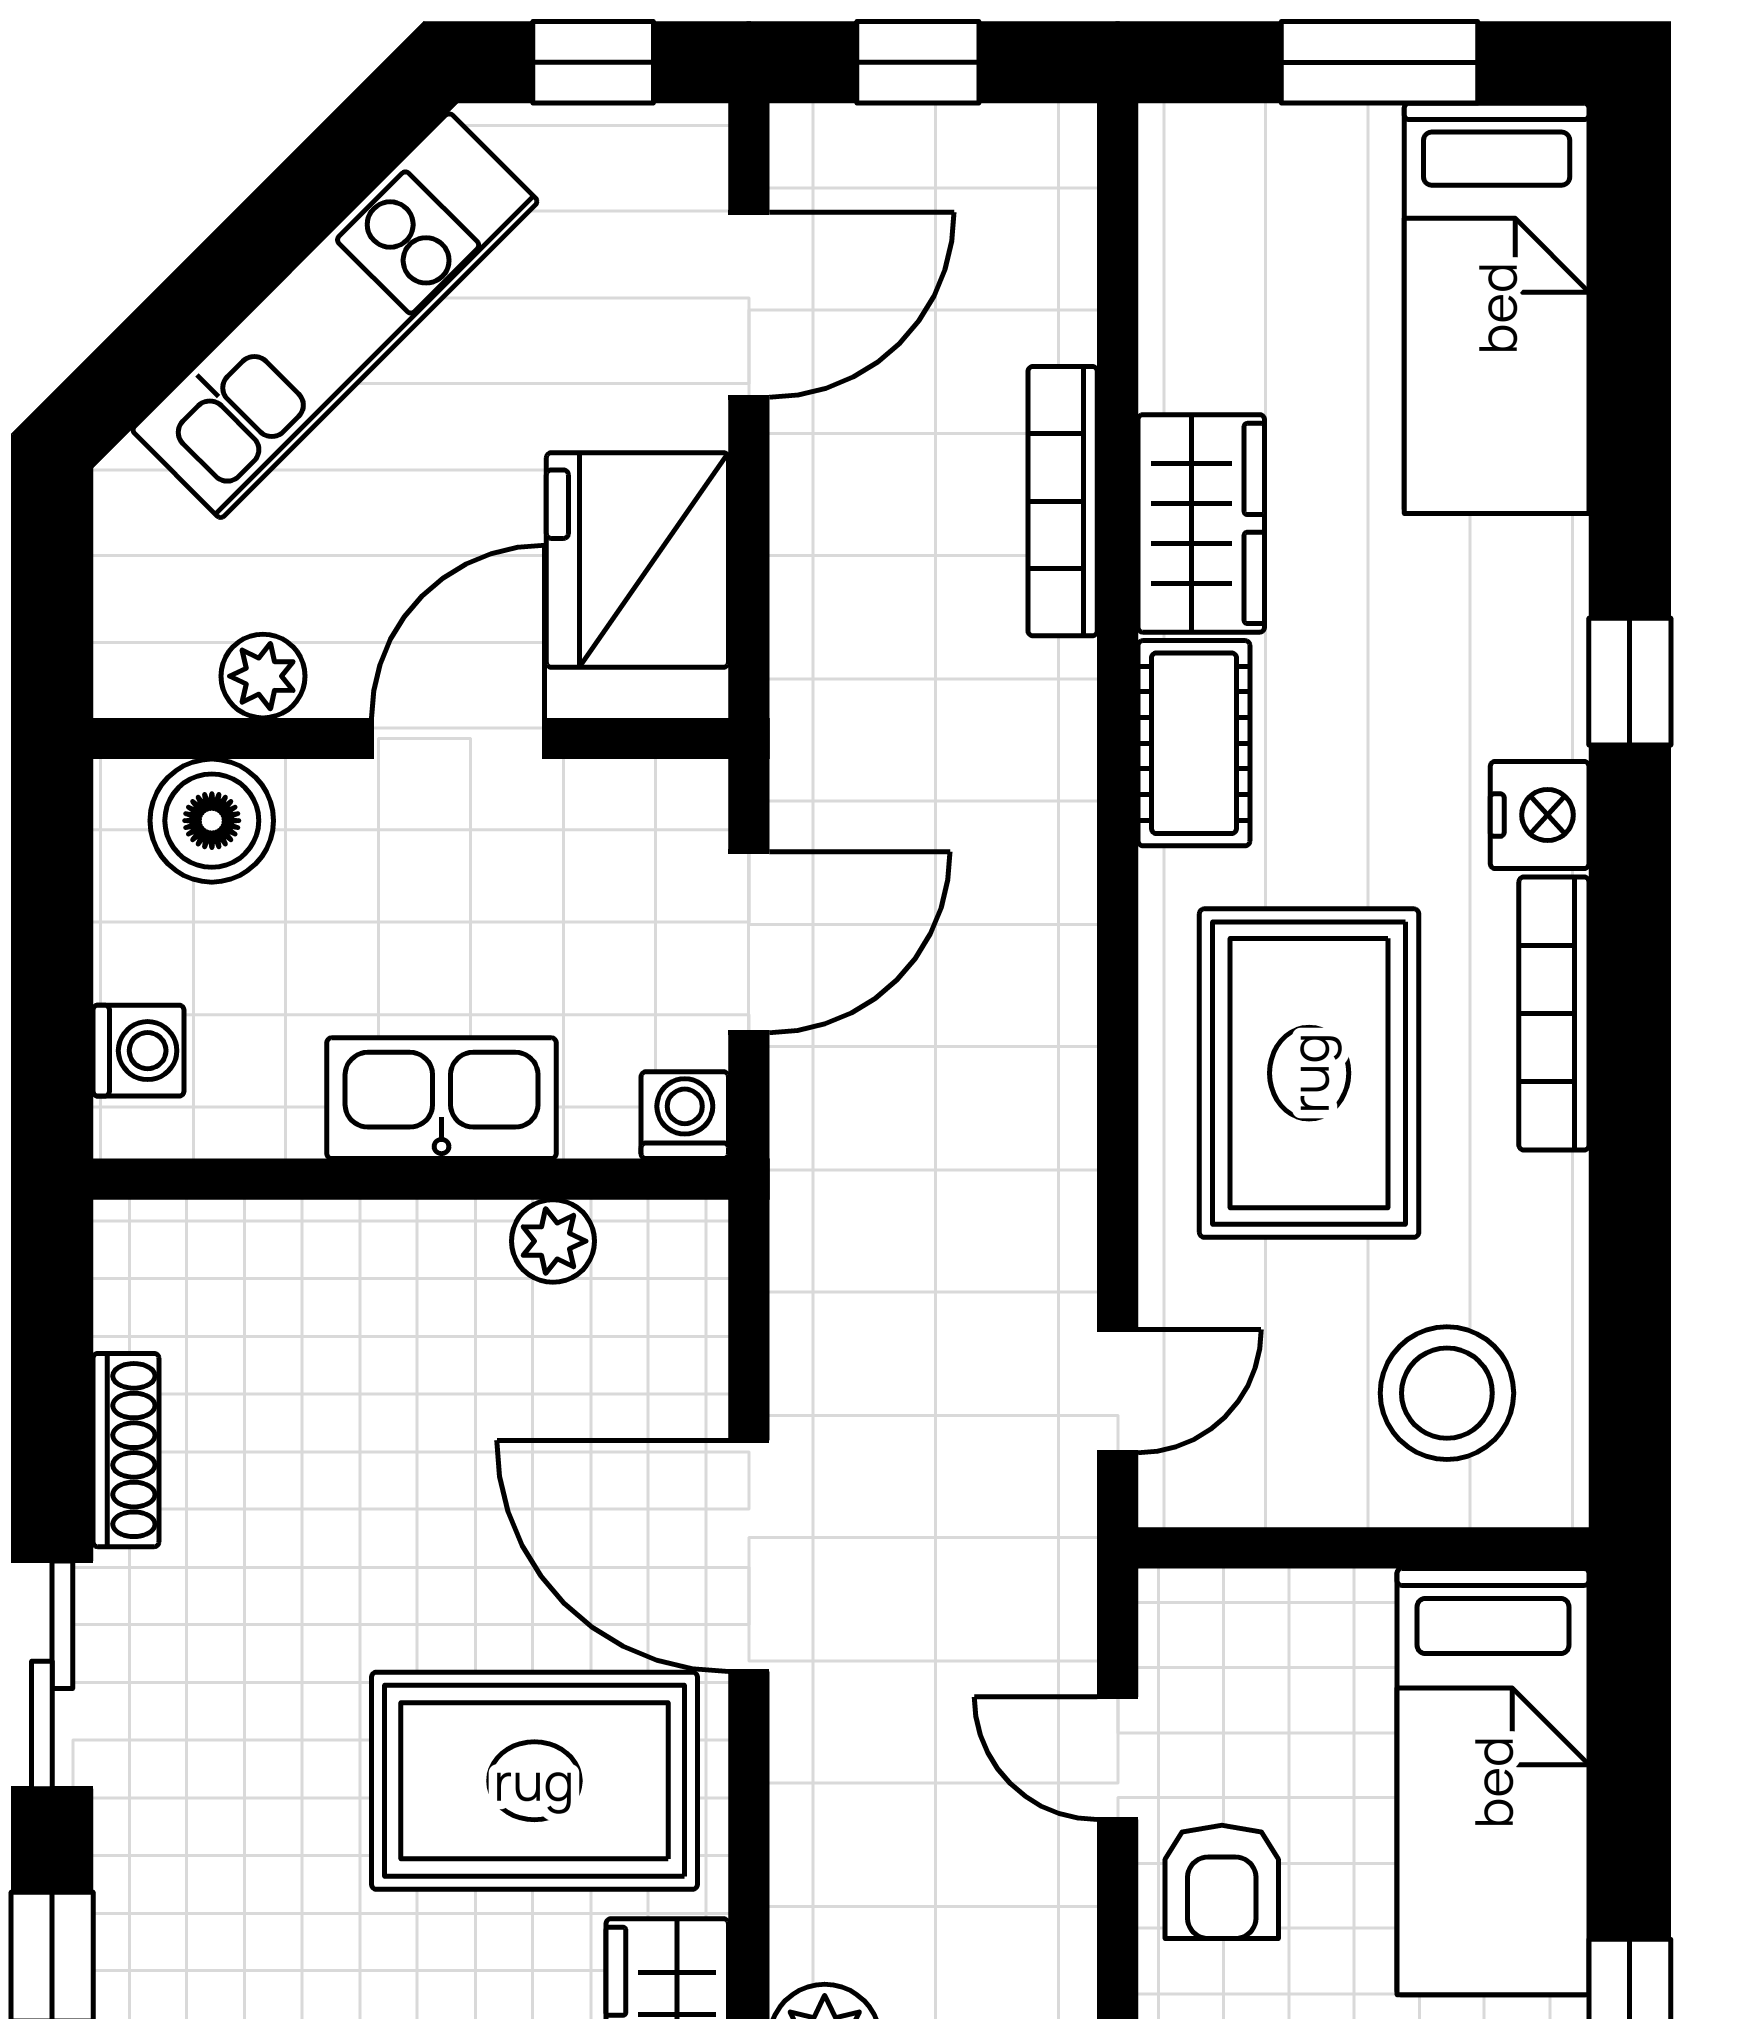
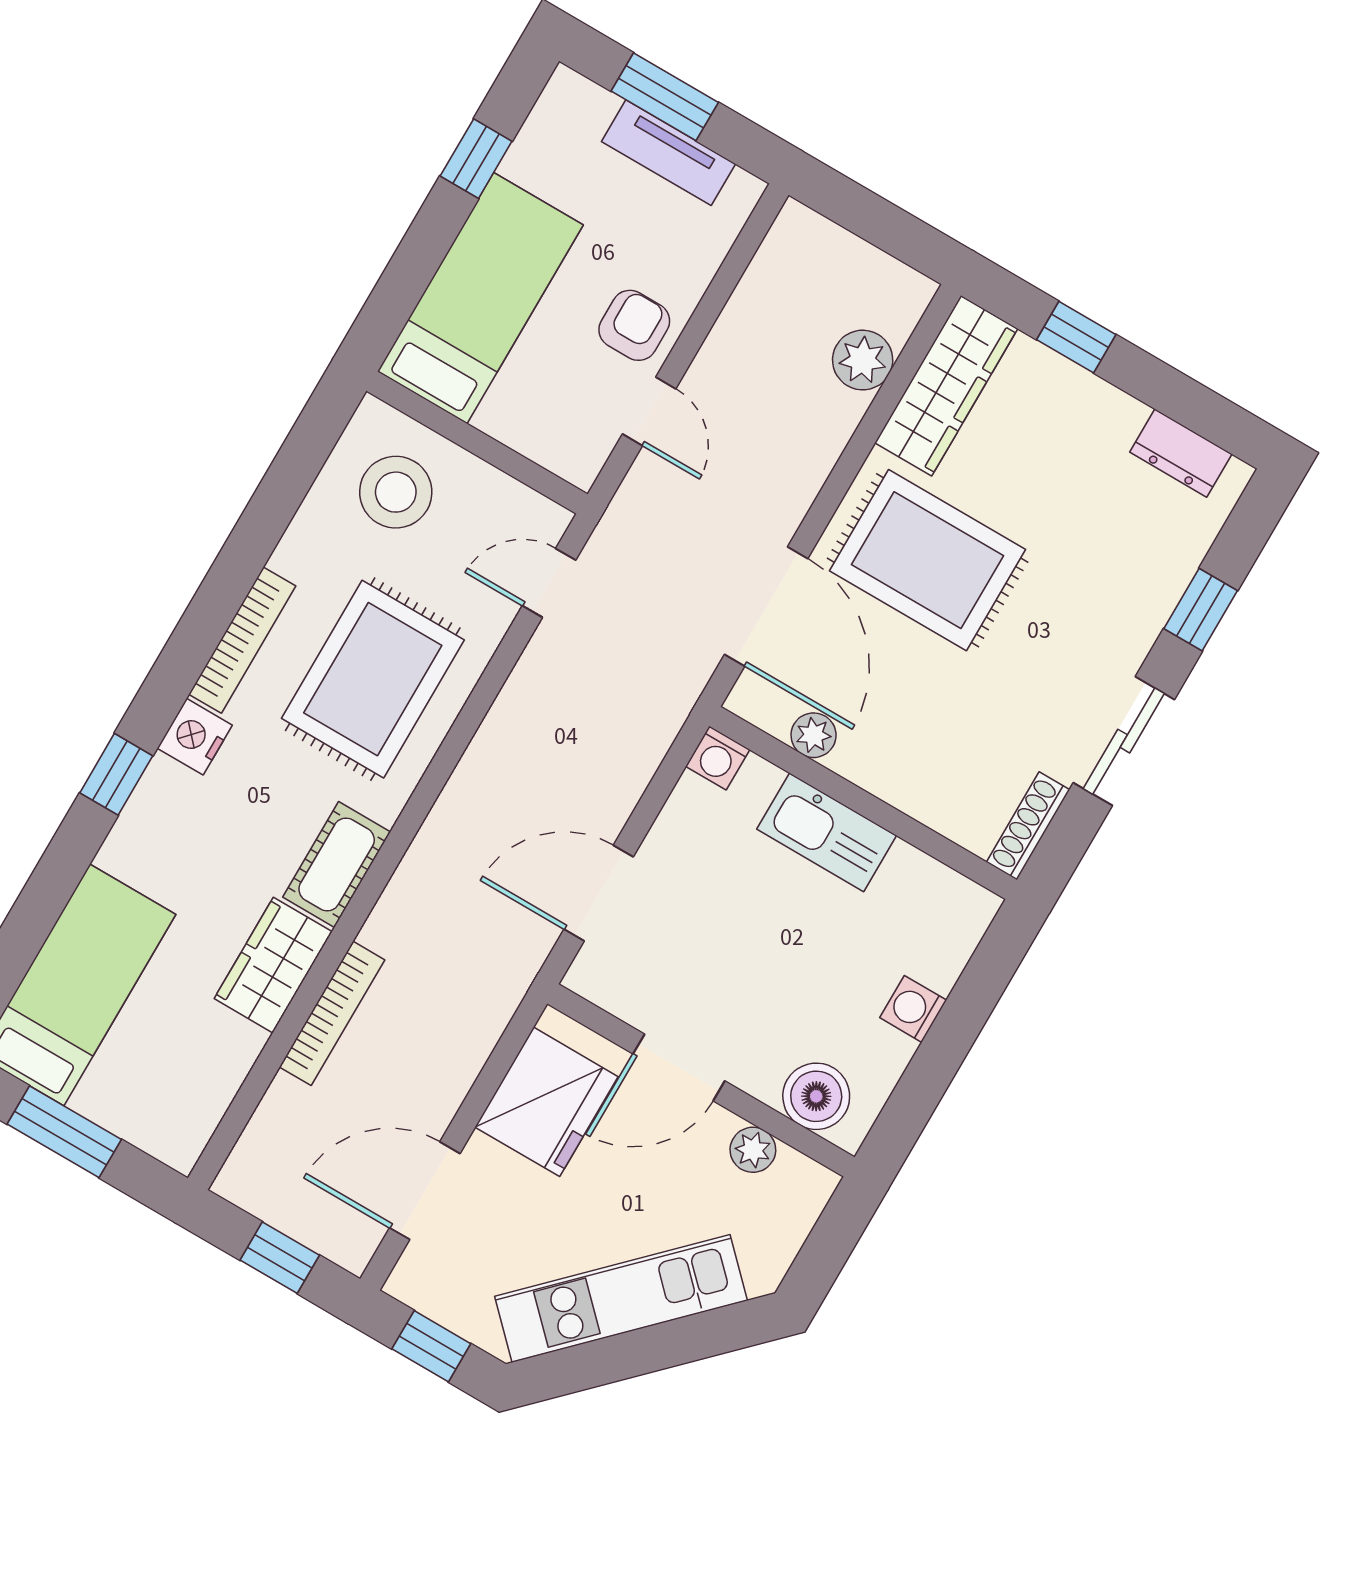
kitchen sink: (442, 1098) -> (827, 832), moved
washing machine: (685, 1115) -> (718, 758), moved
wall: (411, 1179) -> (863, 803), moved
plant: (553, 1241) -> (814, 735), moved

